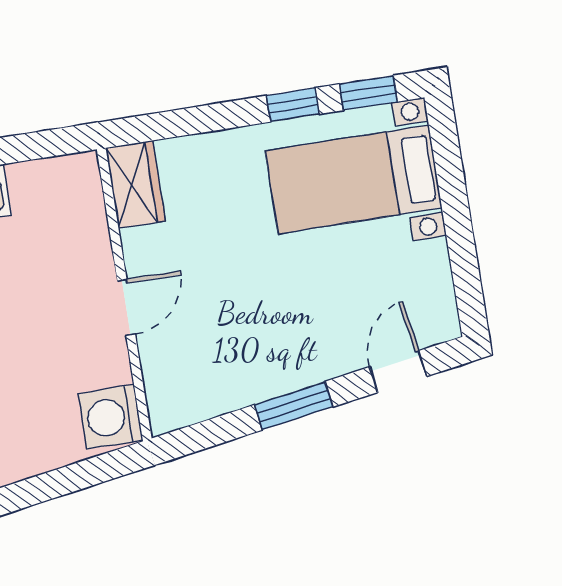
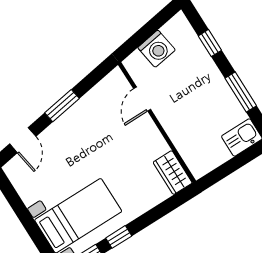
door: (126, 307) -> (142, 99), moved
washing machine: (110, 417) -> (157, 49), moved, turned 81

